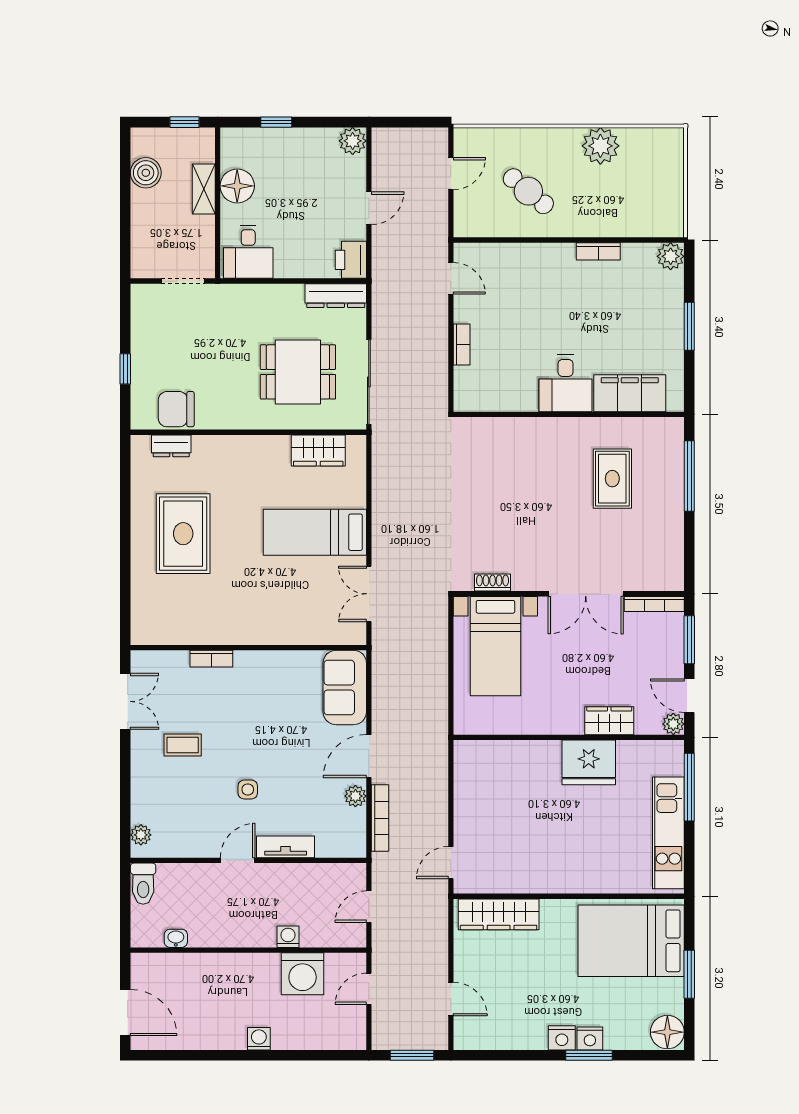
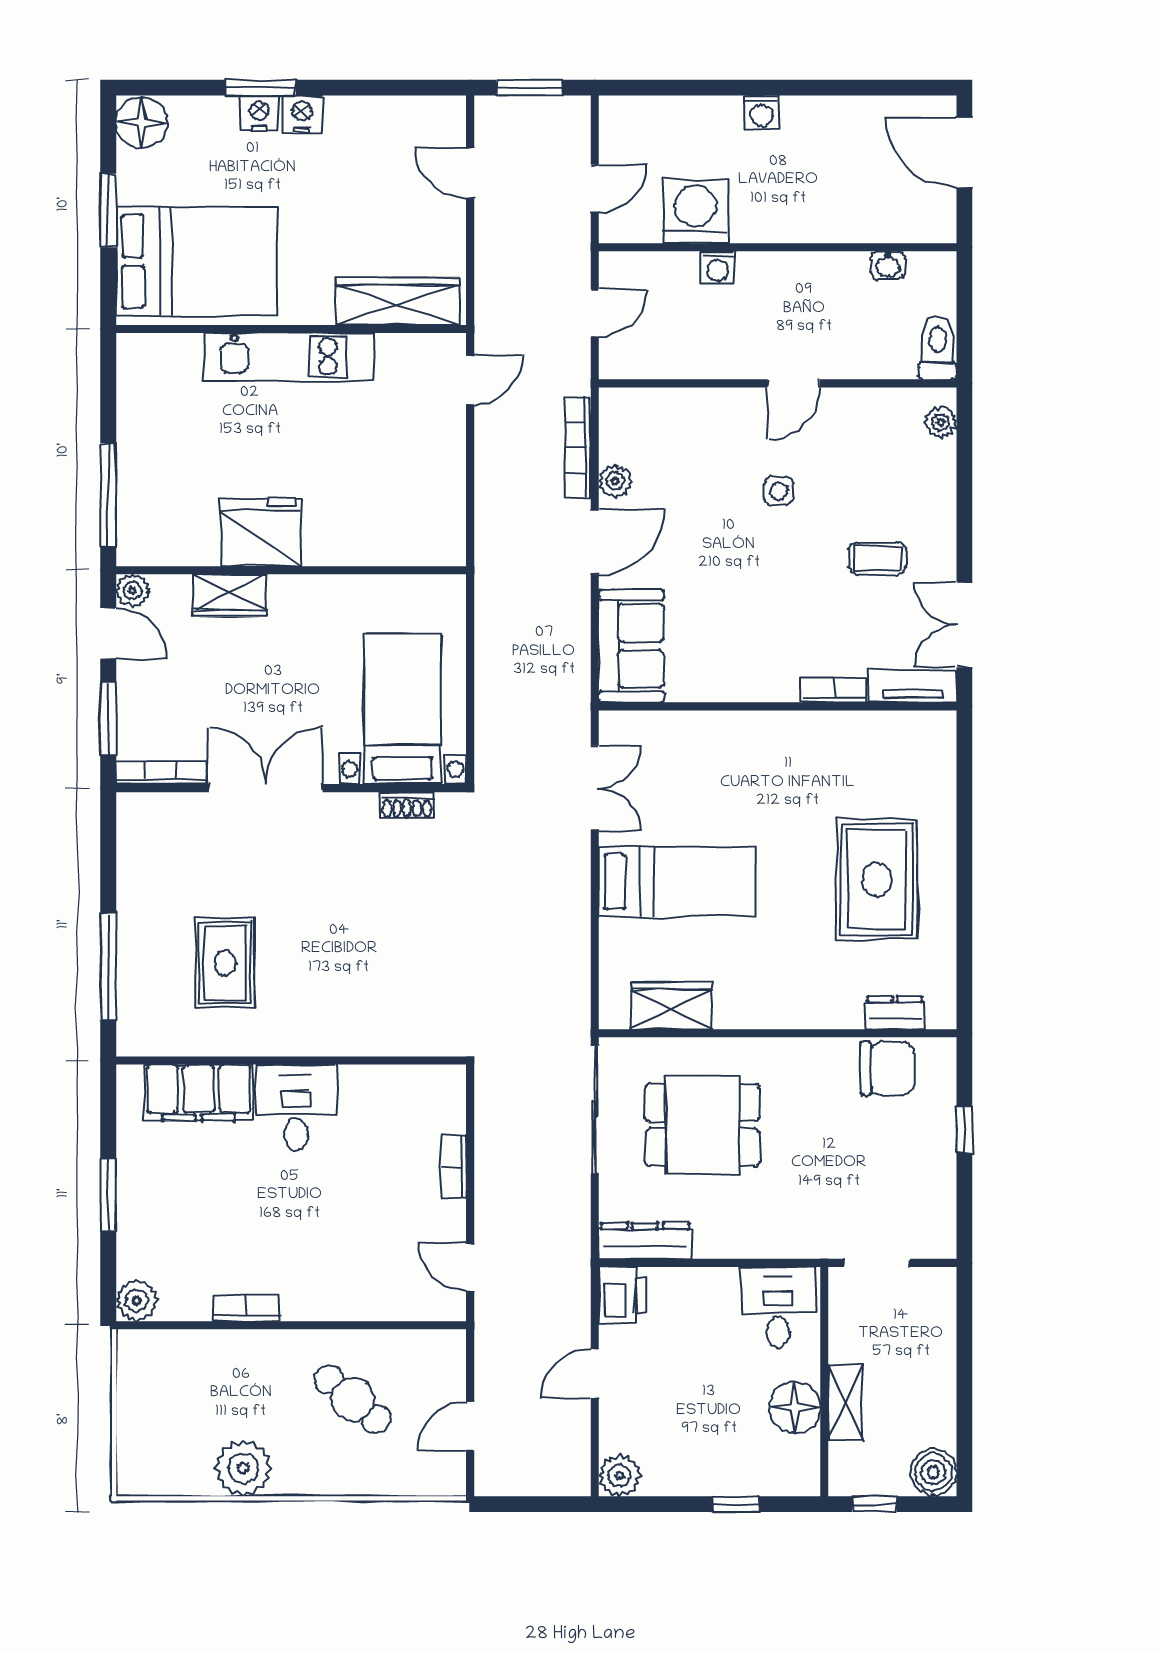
boiler: (146, 173) -> (933, 1472), moved
kitchen unit: (668, 833) -> (289, 357), moved, turned 90
tv unit: (286, 847) -> (913, 686), moved, turned 180

